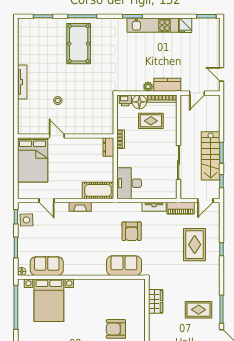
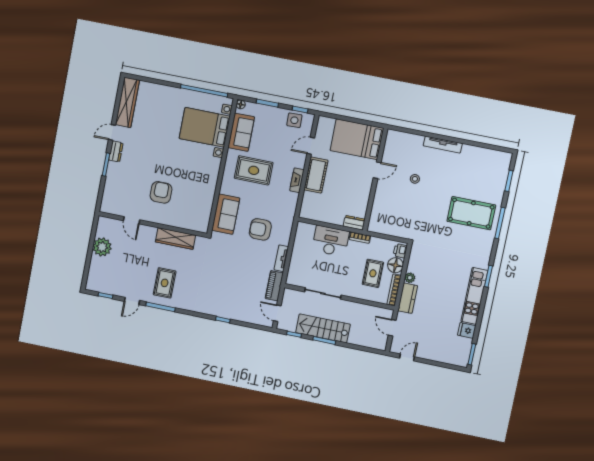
desk: (129, 183) -> (331, 241), moved
cot: (98, 190) -> (316, 175), moved
rug: (195, 245) -> (254, 170), moved
wardrobe: (156, 301) -> (175, 238), width x1.50

